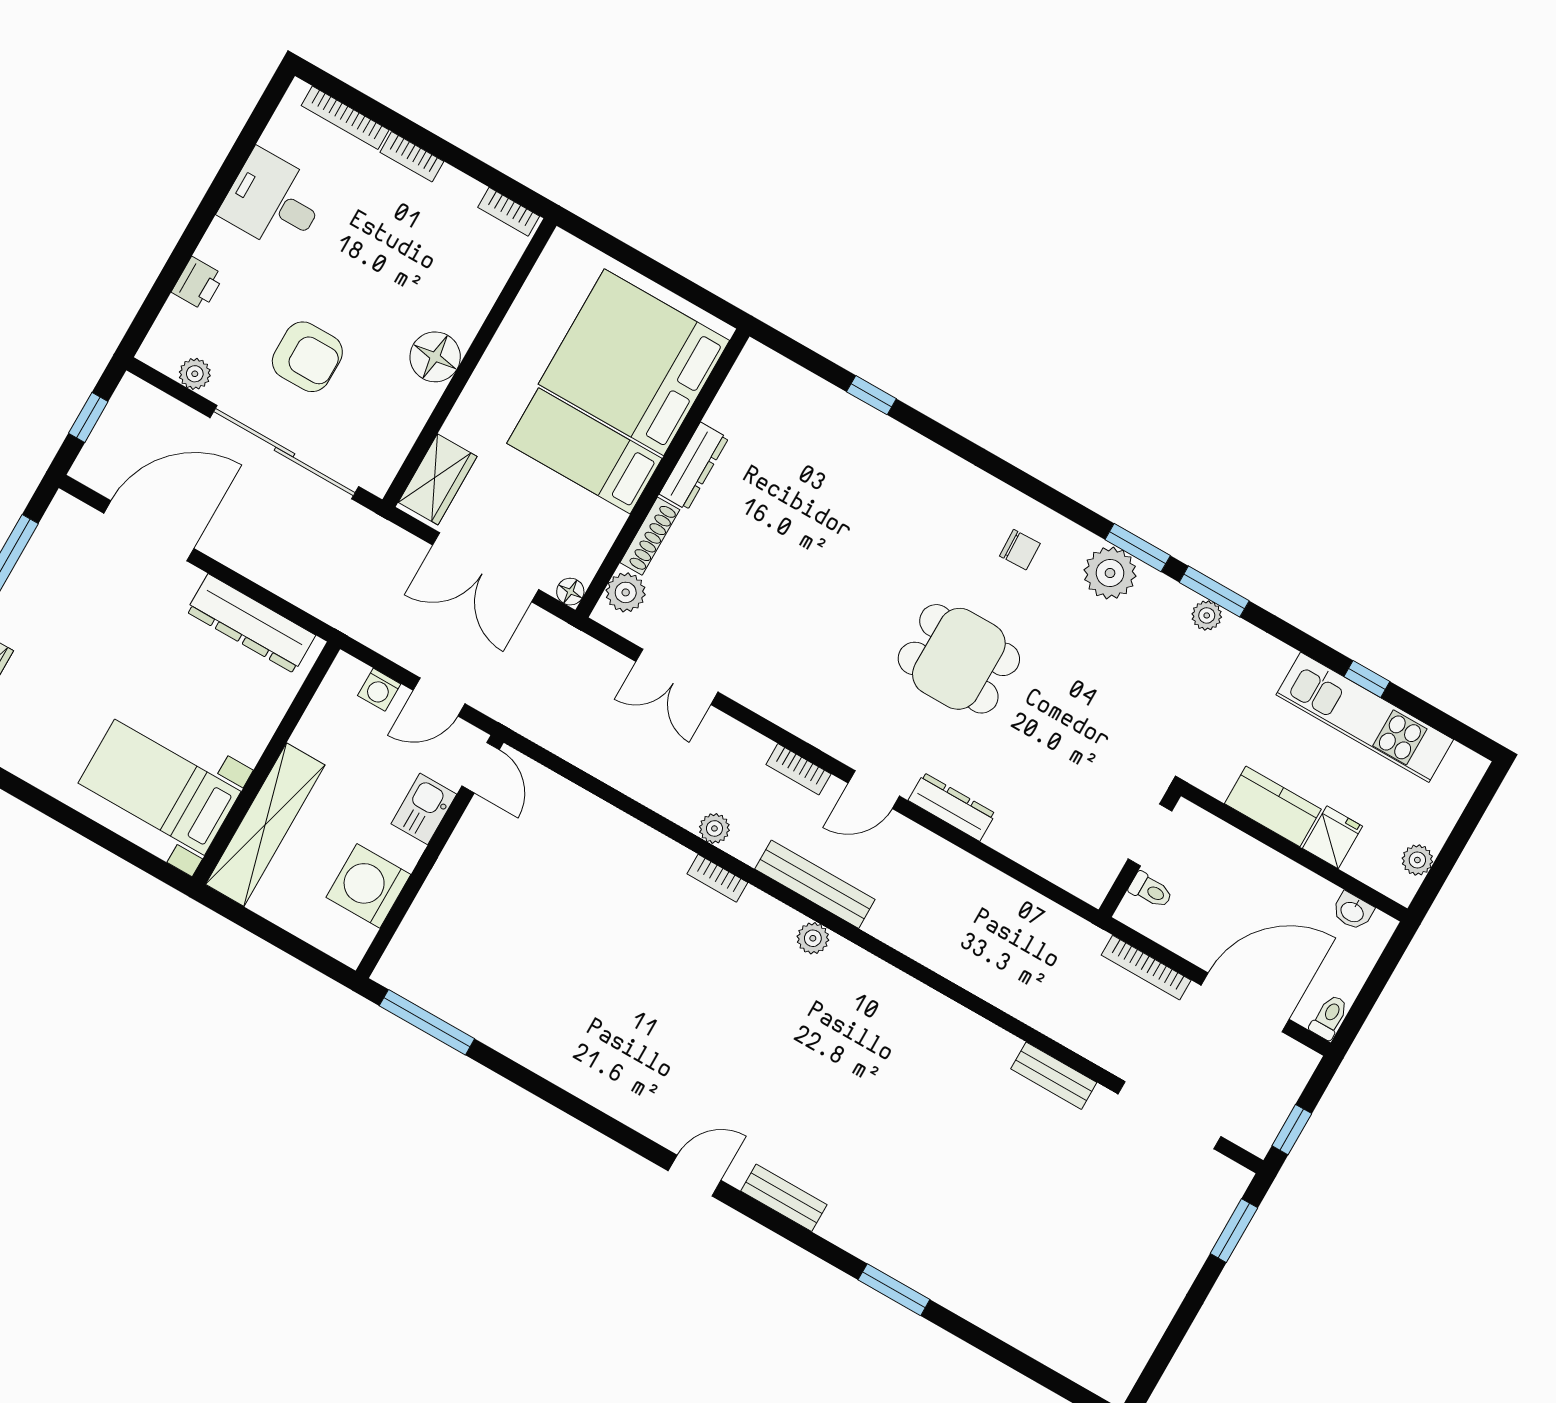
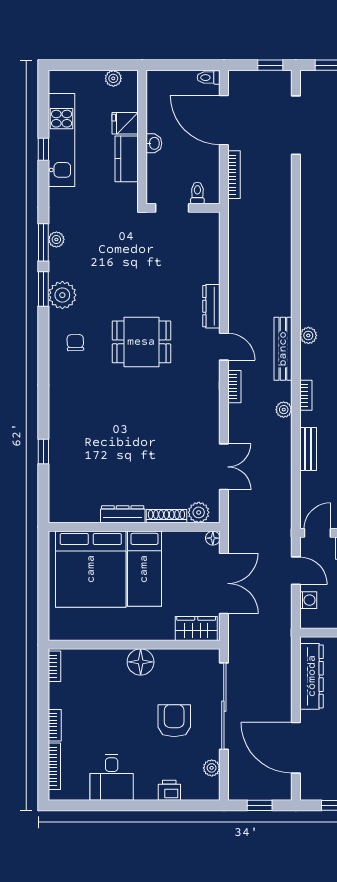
dining table: (959, 659) -> (141, 342), turned 90
washbasin: (1353, 911) -> (154, 143), moved
bench: (1054, 1076) -> (308, 449), moved

